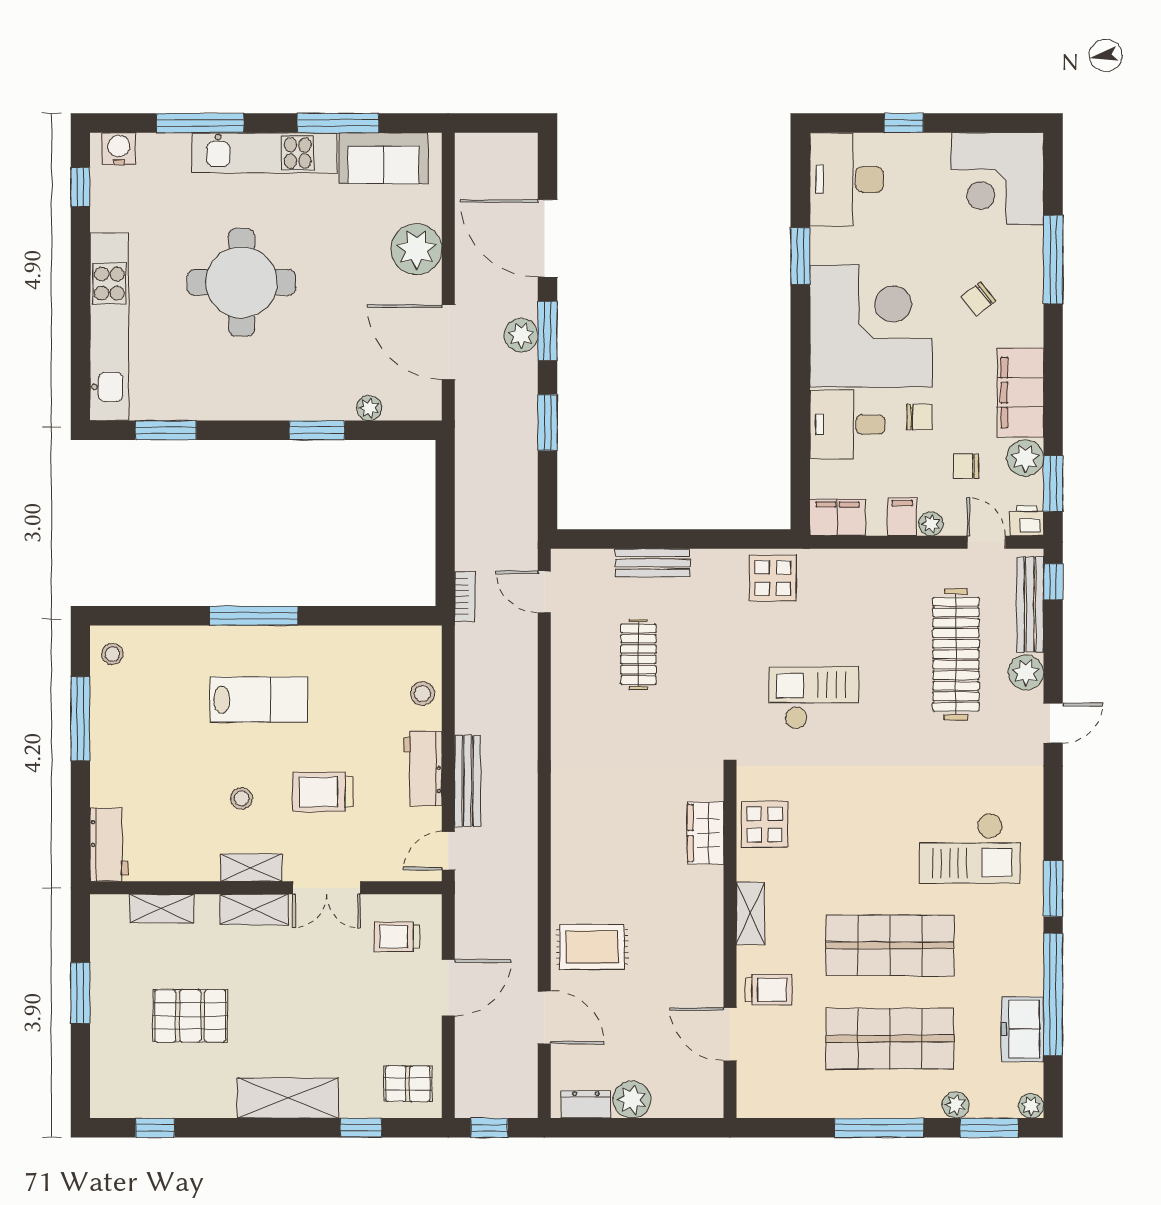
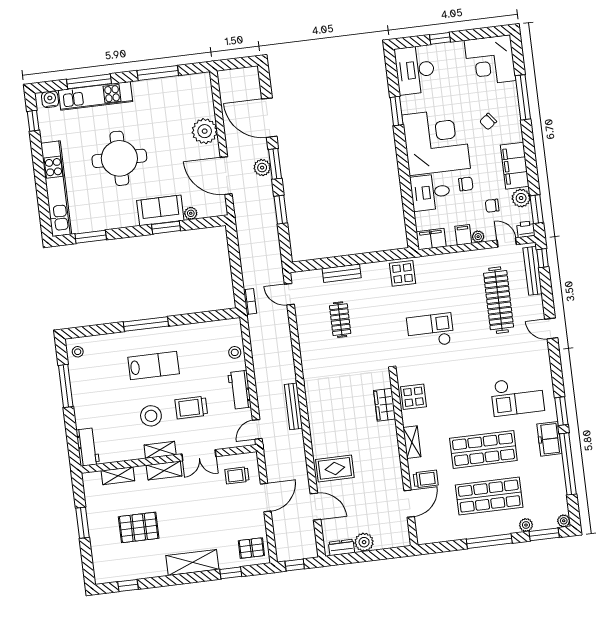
kitchen unit: (265, 153) -> (95, 96), moved
sofa: (383, 158) -> (160, 210), moved, turned 180
plant: (1026, 672) -> (535, 305), removed
door: (1053, 723) -> (551, 329), swing flipped
bench: (468, 781) -> (293, 406), moved
stool: (242, 798) -> (151, 416), width x1.89, depth x1.89
freezer: (1022, 1029) -> (549, 439), moved
door: (730, 1034) -> (409, 504), swing flipped

